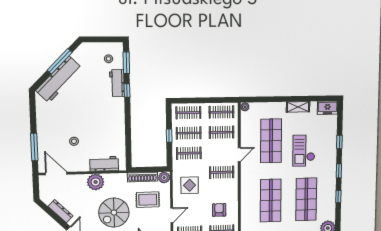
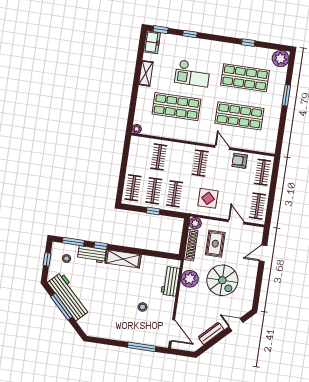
window: (104, 39) -> (47, 259), added
workbench: (59, 79) -> (69, 296), moved
clothes rail: (221, 112) -> (138, 154), removed
shelving: (118, 114) -> (123, 259), added
door: (239, 155) -> (222, 147), moved
window: (339, 171) -> (161, 30), moved
door: (56, 174) -> (172, 330), swing flipped
plant: (96, 182) -> (190, 279), moved
armchair: (219, 210) -> (240, 161), moved

